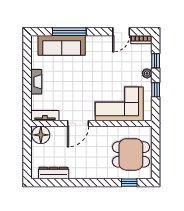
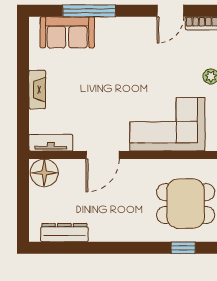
sofa: (62, 45) -> (67, 32), width x0.73

